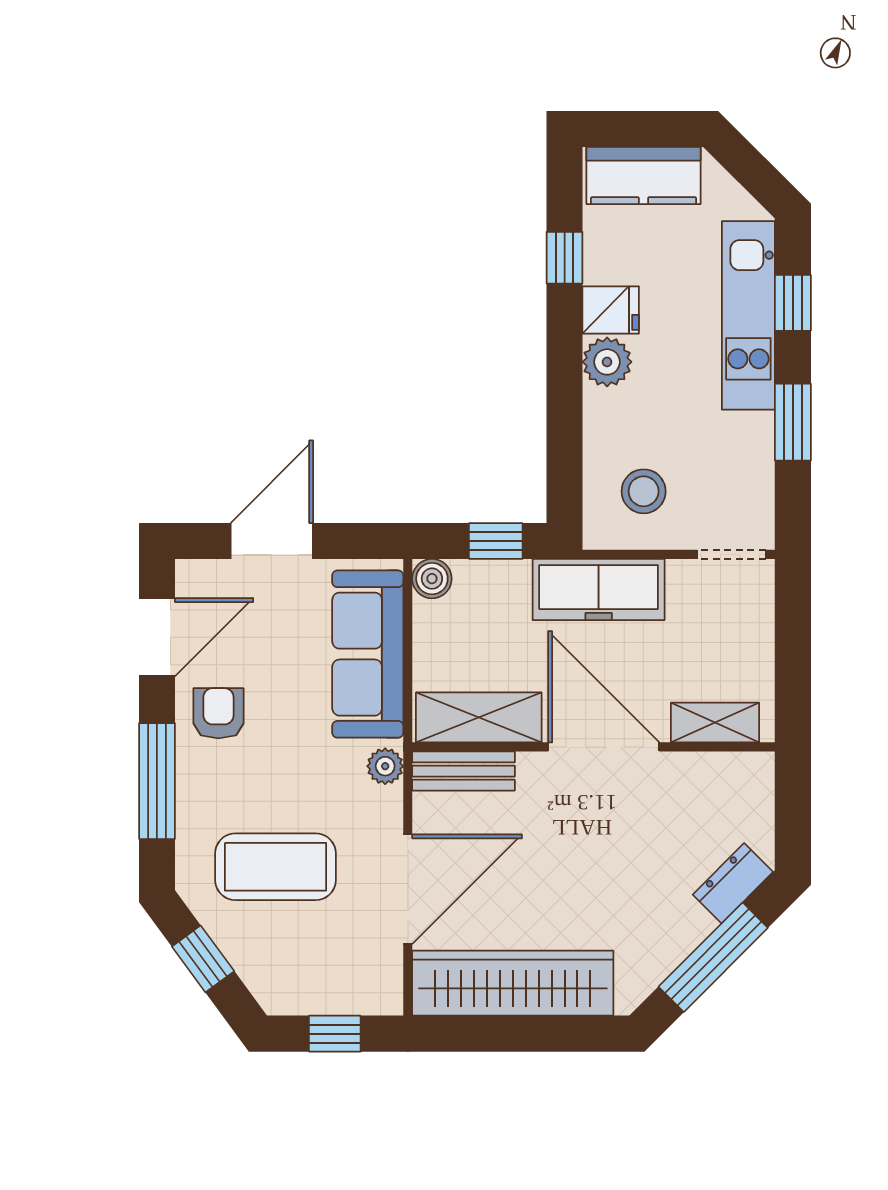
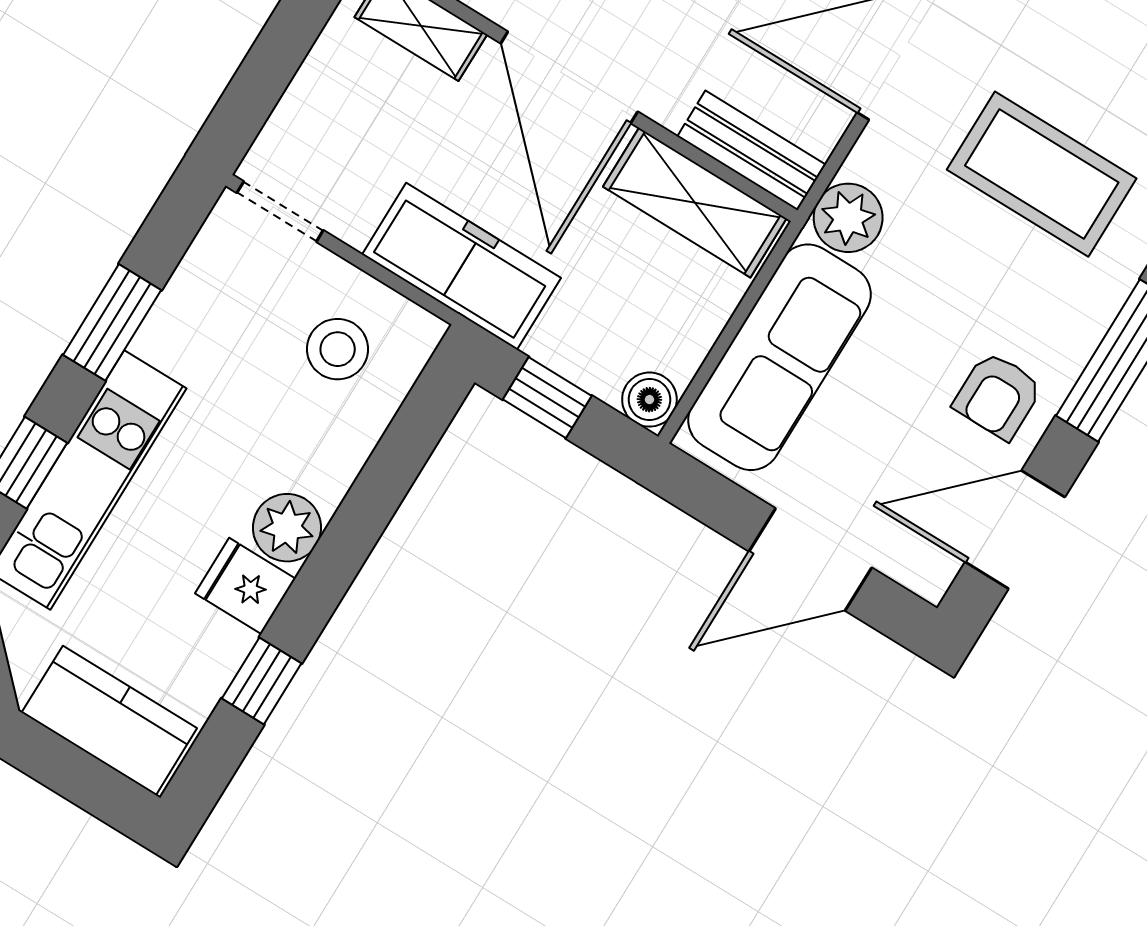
plant: (385, 766) -> (848, 218), width x1.38, depth x1.38

